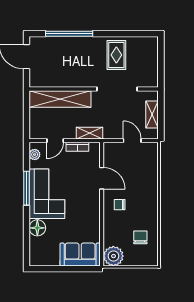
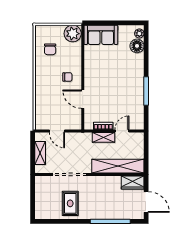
wardrobe: (42, 80) -> (133, 182), added
shelving: (89, 133) -> (104, 137), moved
plant: (35, 154) -> (139, 33), moved
corner sofa: (47, 194) -> (129, 86), removed
floor lamp: (37, 228) -> (137, 46), moved

